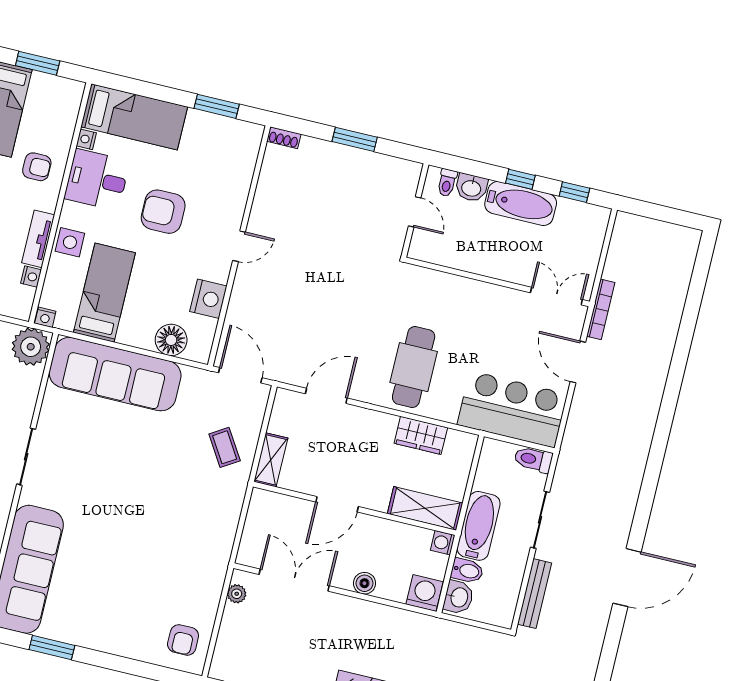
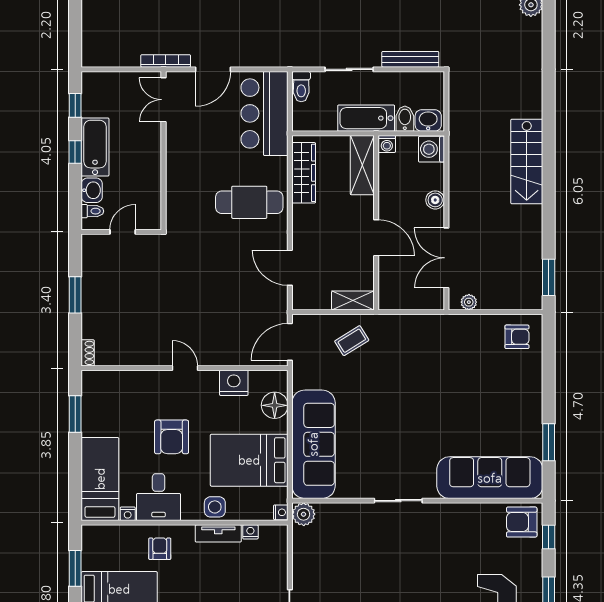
bed: (104, 293) -> (249, 460), width x1.50
plant: (31, 347) -> (304, 514), width x0.73, depth x0.73
wardrobe: (421, 435) -> (304, 173), width x1.50

